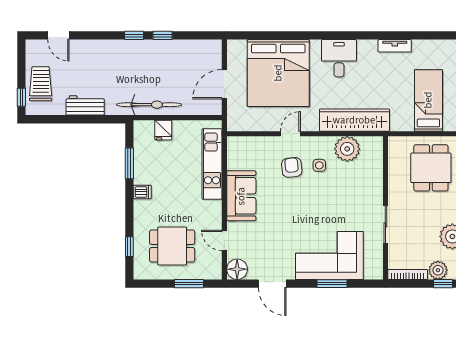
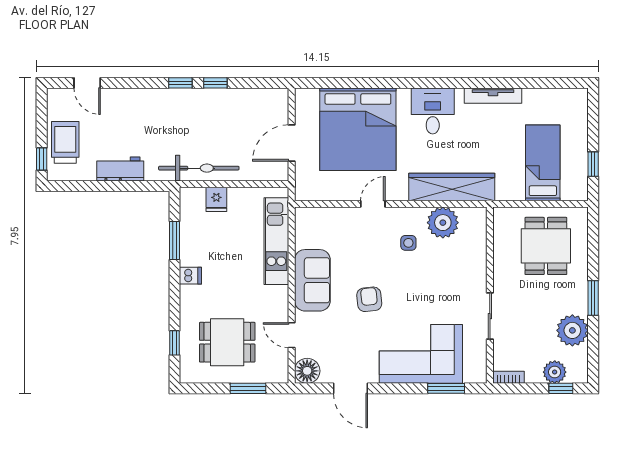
tv unit: (395, 46) -> (493, 96), width x1.41
armchair: (292, 167) -> (369, 299), moved
bookcase: (408, 274) -> (508, 377), width x0.64
window: (332, 284) -> (446, 388), moved

